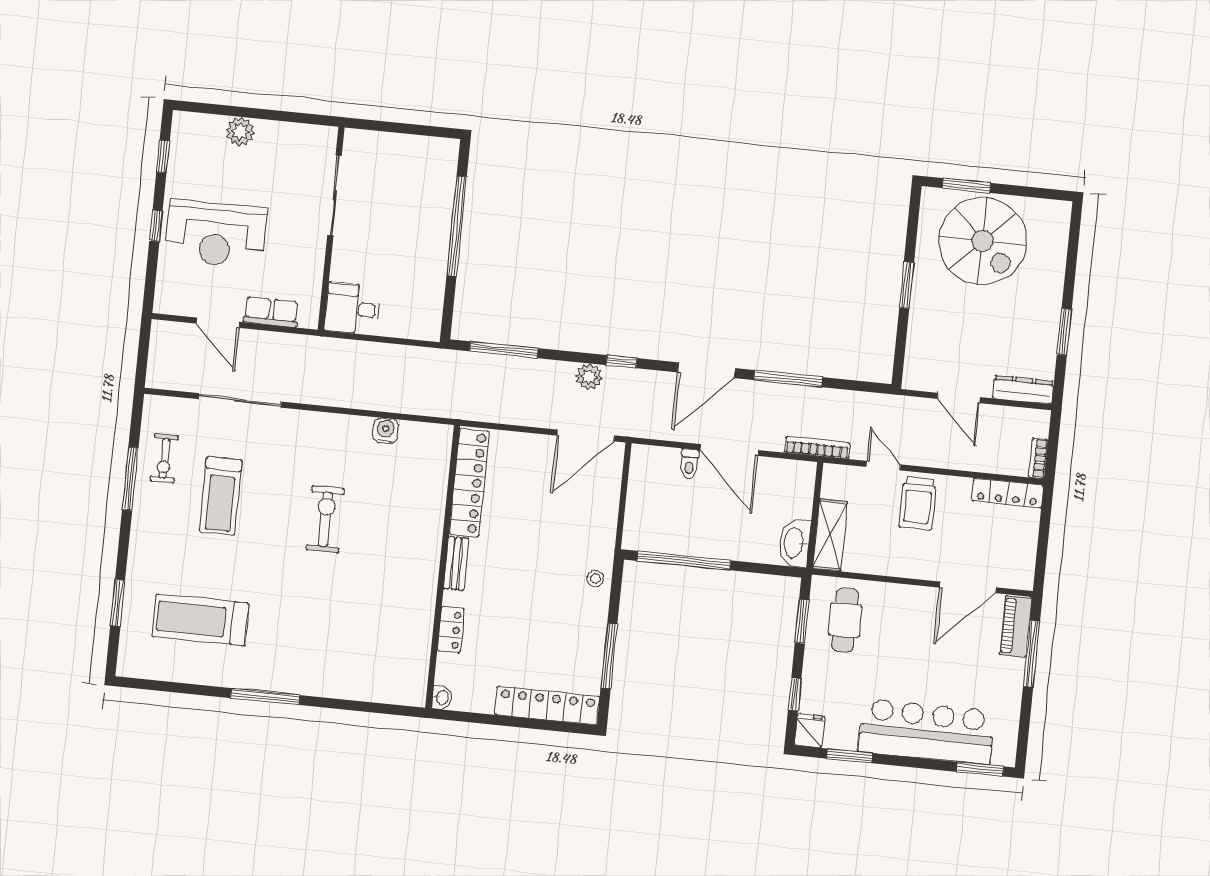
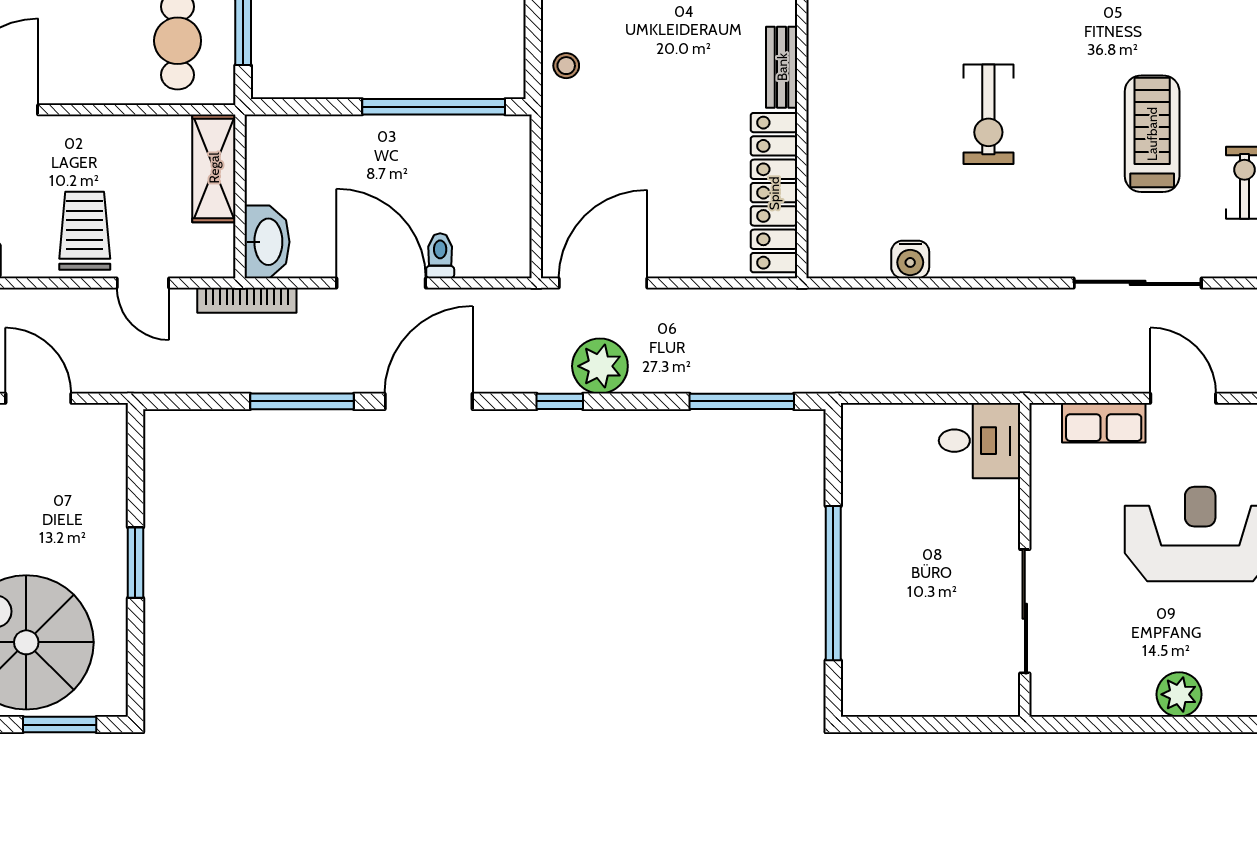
plant: (589, 377) -> (600, 366), width x1.36, depth x1.36
washbasin: (794, 543) -> (267, 242), moved

